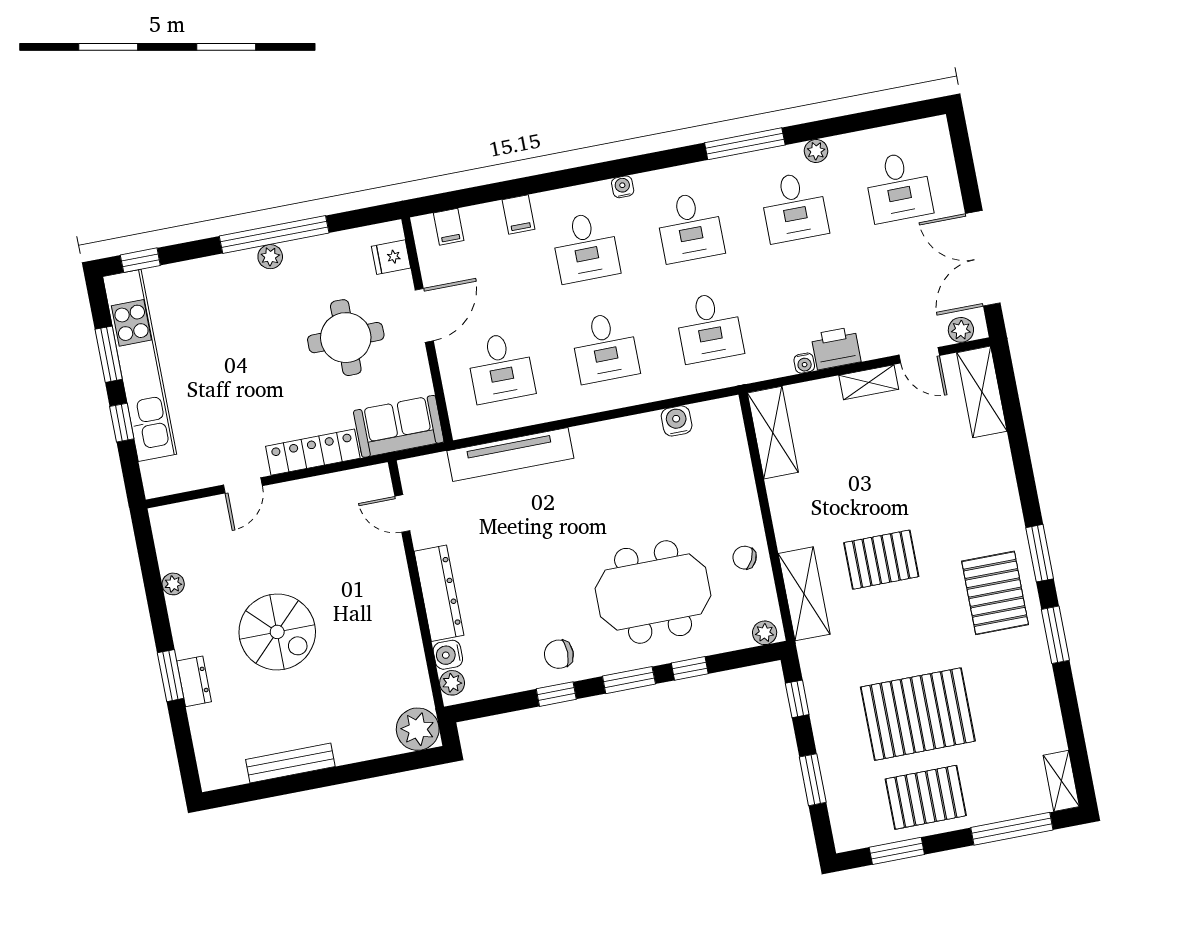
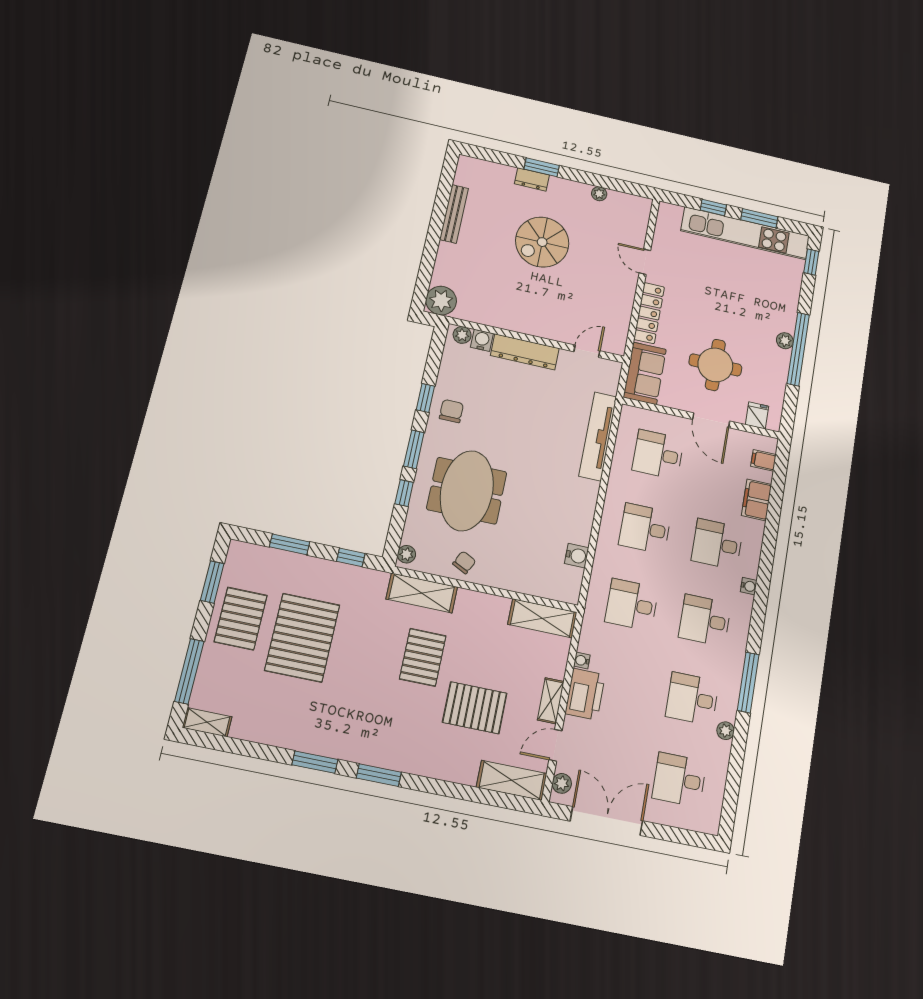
filing cabinet: (519, 214) -> (757, 500), width x2.00
printer: (836, 348) -> (585, 694), width x1.37, depth x1.19
pallet: (995, 593) -> (475, 708), moved

